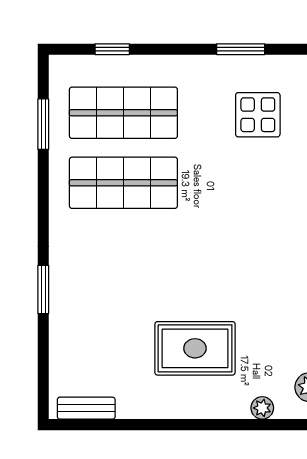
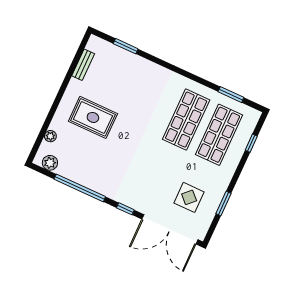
window: (43, 289) -> (126, 46), moved
rug: (195, 348) -> (93, 117), turned 90
bench: (86, 408) -> (83, 65), moved

